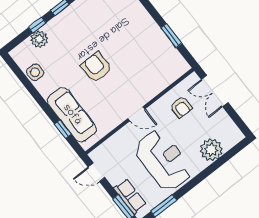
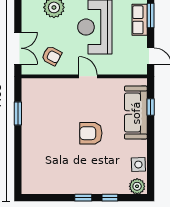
plant: (39, 39) -> (137, 186), moved
armchair: (96, 67) -> (91, 133), turned 90
armchair: (181, 107) -> (52, 56), turned 118

